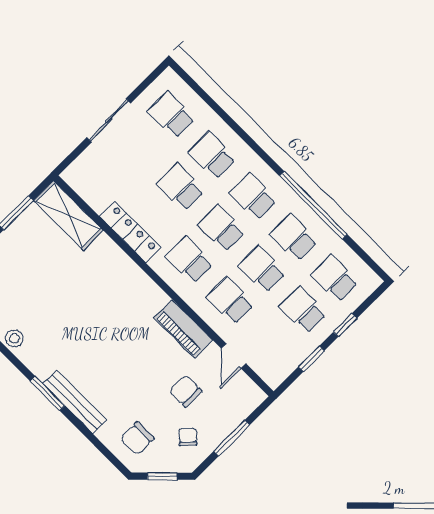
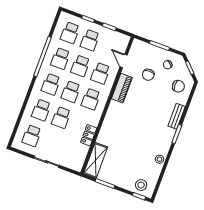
locker: (130, 232) -> (89, 135), width x0.66
door: (233, 356) -> (124, 61), swing flipped
bench: (75, 402) -> (177, 116), width x0.73

